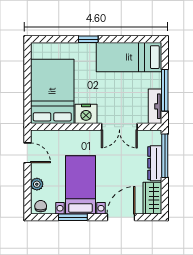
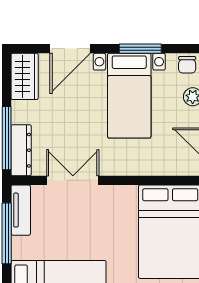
nightstand: (86, 114) -> (121, 199), removed
dresser: (155, 163) -> (21, 150), moved

